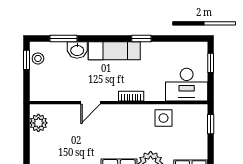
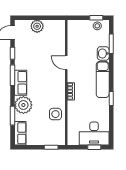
desk: (187, 85) -> (94, 133), moved, turned -90
plant: (38, 123) -> (37, 26), moved

